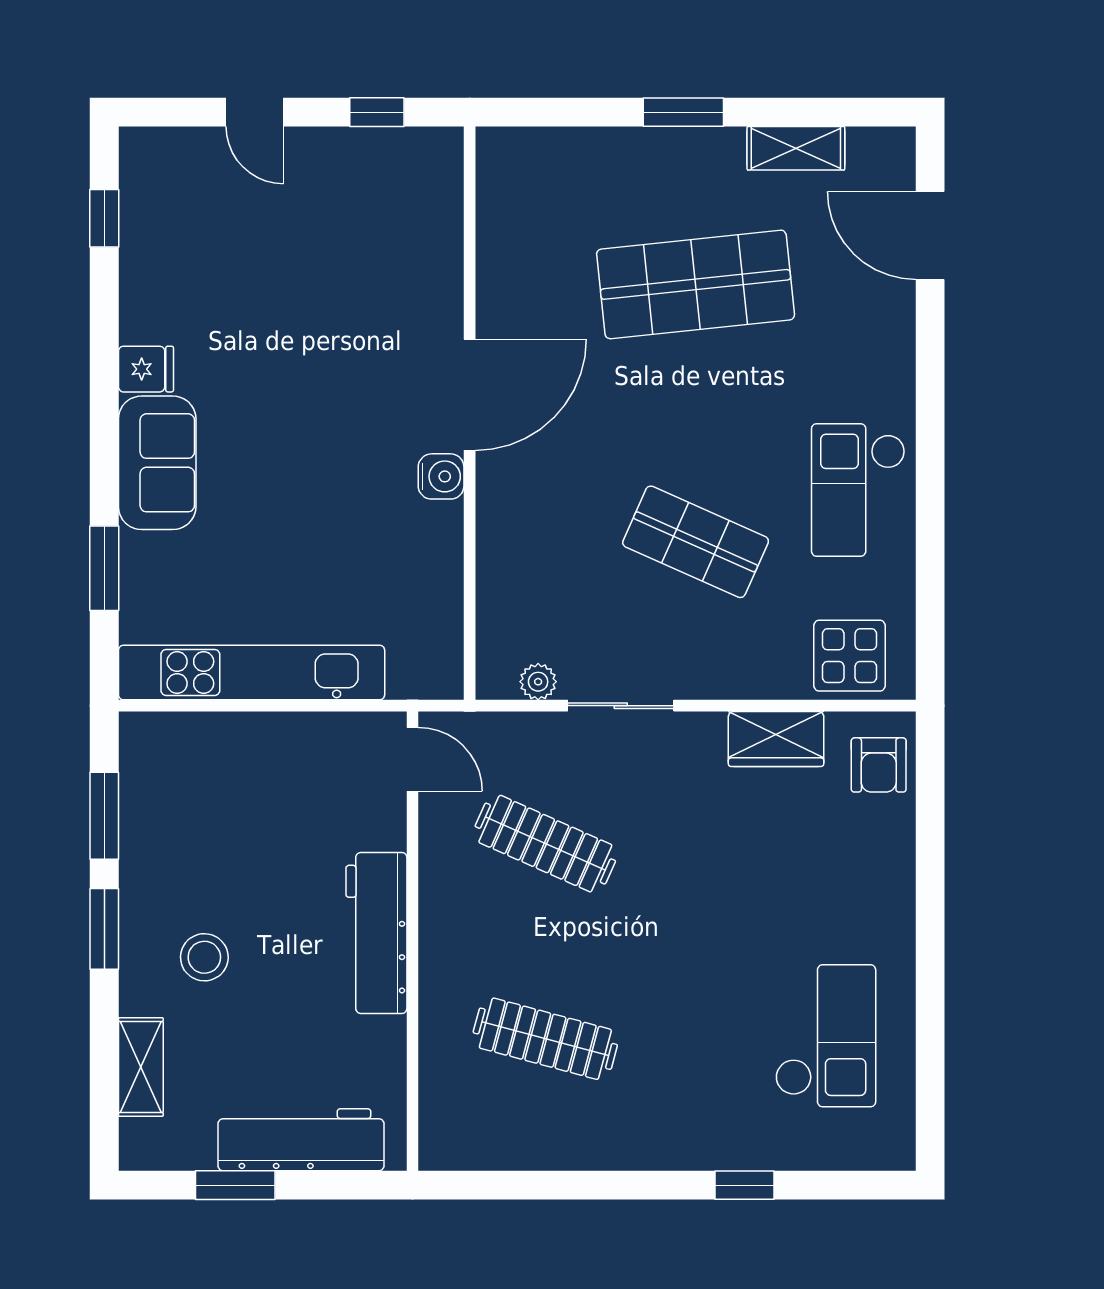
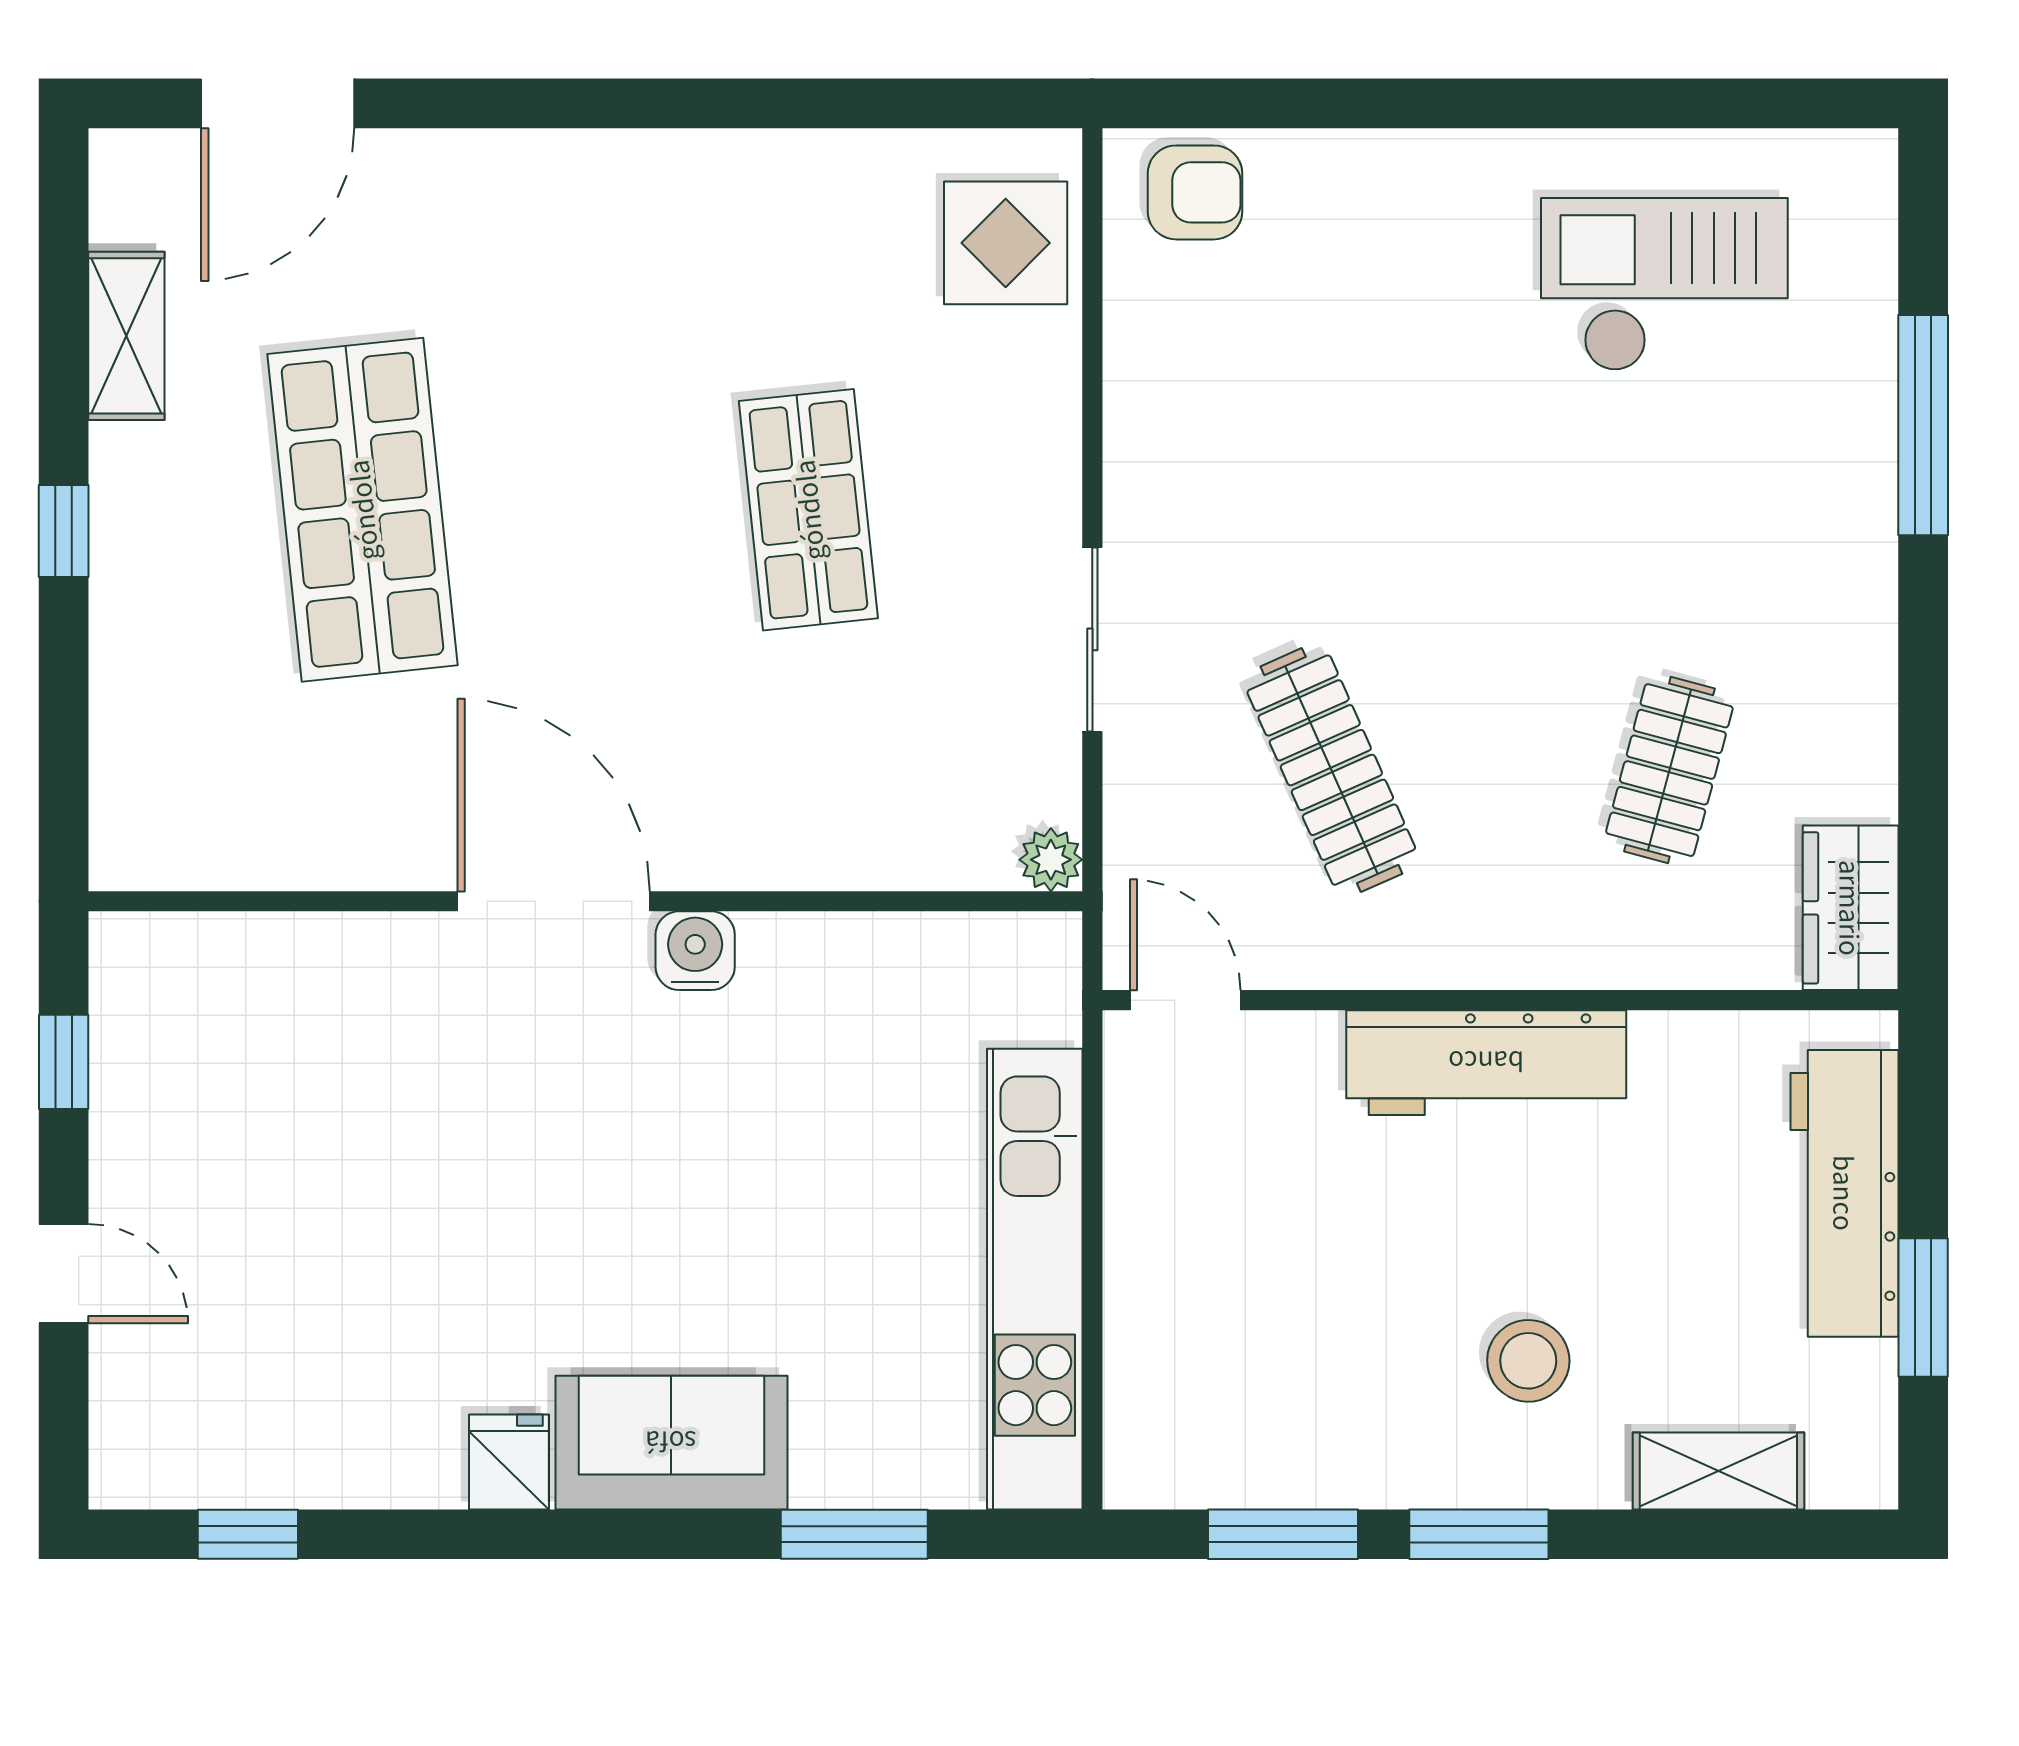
door: (255, 112) -> (64, 1274), hinge flipped
window: (683, 112) -> (64, 531), width x0.67
checkout: (858, 490) -> (719, 228), removed
shop shelf: (696, 542) -> (808, 510), turned -30
plant: (538, 682) -> (1051, 860), moved
wardrobe: (776, 739) -> (1851, 908), moved, turned 180
door: (413, 759) -> (1185, 1000), hinge flipped
clothes rail: (545, 844) -> (1331, 770), turned -48
clothes rail: (545, 1039) -> (1669, 770), width x0.73
window: (744, 1185) -> (1923, 425), width x2.17

